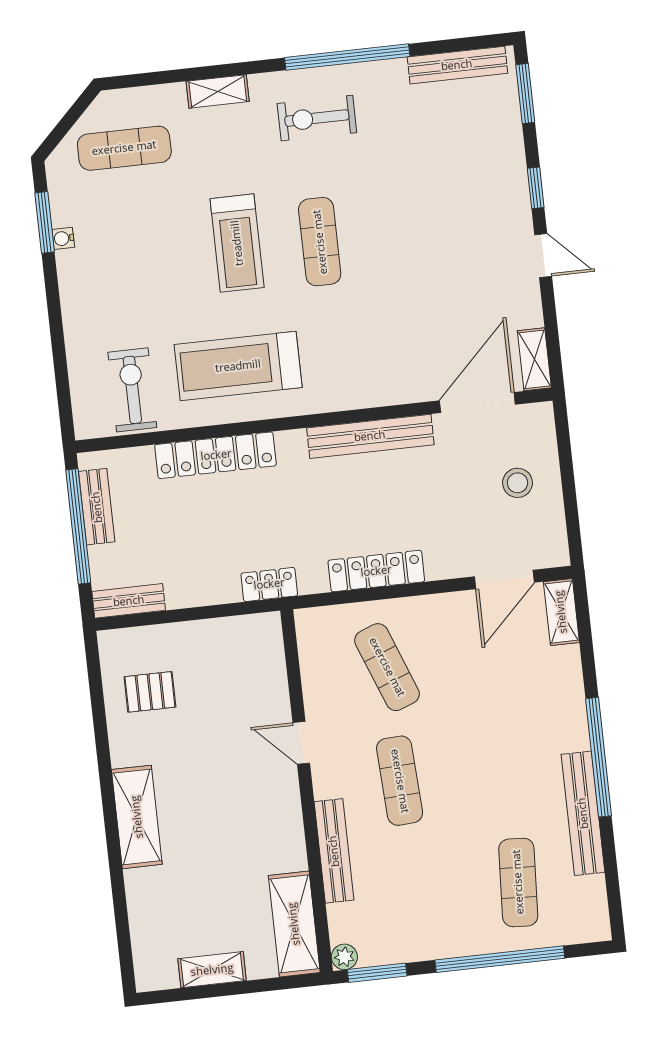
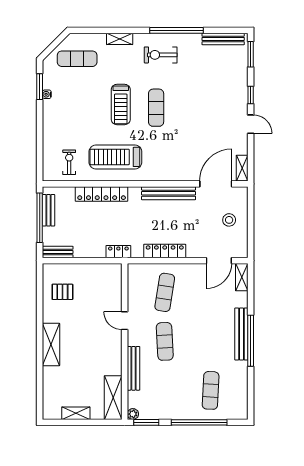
exercise bike: (132, 390) -> (69, 162), width x0.73, depth x0.72
exercise mat: (387, 667) -> (165, 292), turned 30
bench: (583, 813) -> (241, 334), moved

